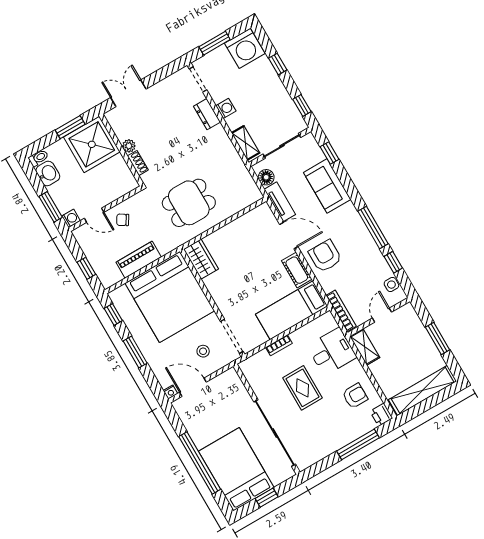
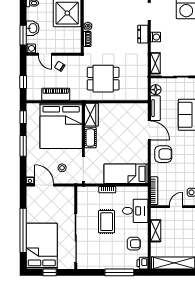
washbasin: (48, 173) -> (33, 28), moved
armchair: (325, 256) -> (163, 154), turned 90
cot: (297, 270) -> (90, 138), moved
shelving: (365, 347) -> (156, 231), moved

